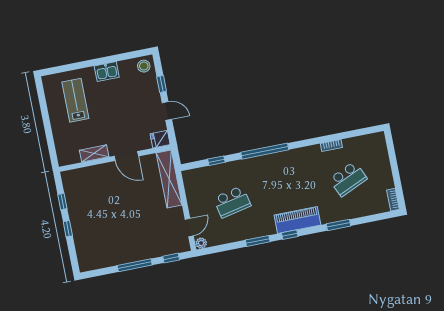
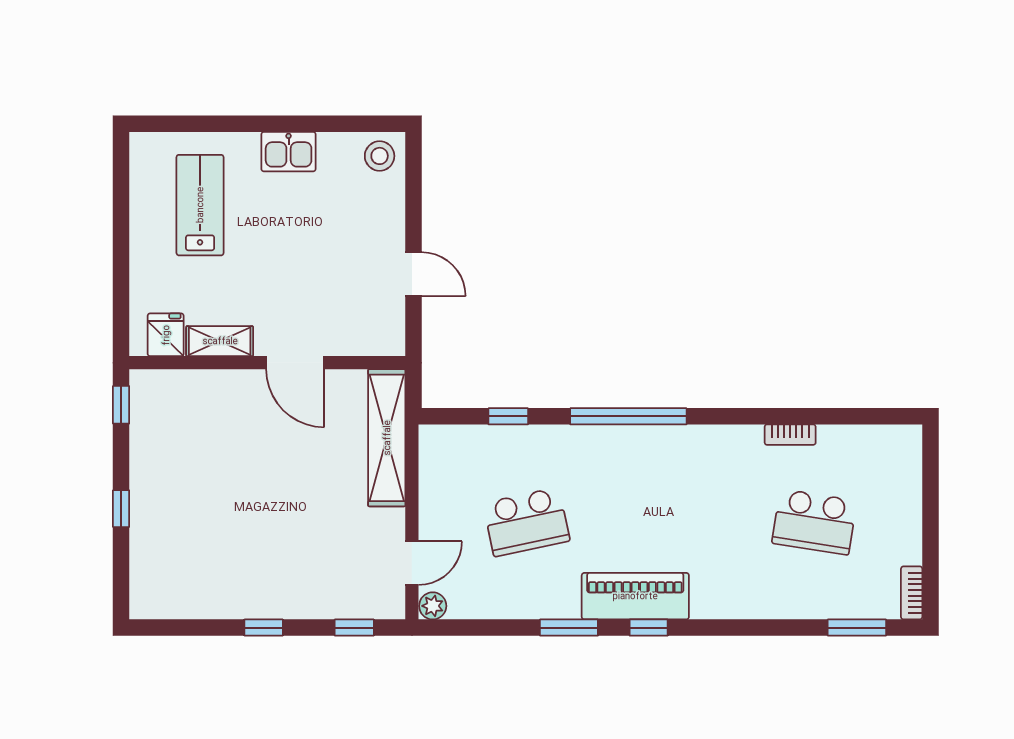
window: (162, 84) -> (414, 207), removed
fridge: (160, 139) -> (166, 335), moved, turned 90
school desk: (348, 179) -> (814, 522), turned 33
window: (62, 201) -> (121, 405), moved
piano: (297, 220) -> (635, 596), moved
window: (339, 225) -> (857, 628), moved
window: (135, 265) -> (264, 628), width x0.46

